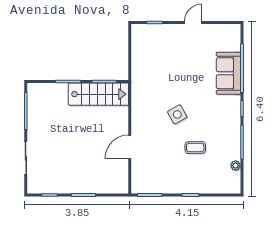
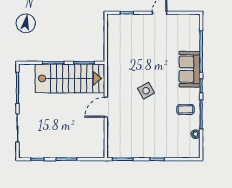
sofa: (229, 73) -> (190, 69), moved
stairs: (98, 94) -> (70, 78), width x1.36, depth x1.51
door: (130, 147) -> (106, 107), moved
coffee table: (195, 148) -> (185, 109), moved

